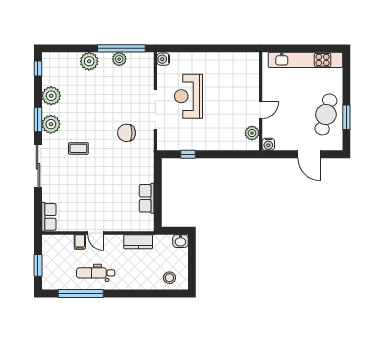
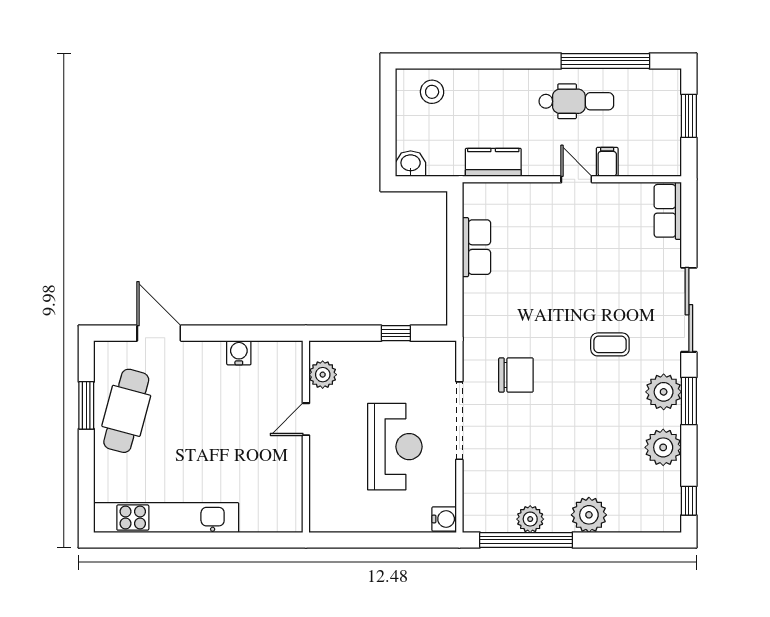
wall: (261, 101) -> (306, 437), moved
door: (261, 110) -> (306, 419), moved
plant: (252, 133) -> (323, 375), moved

